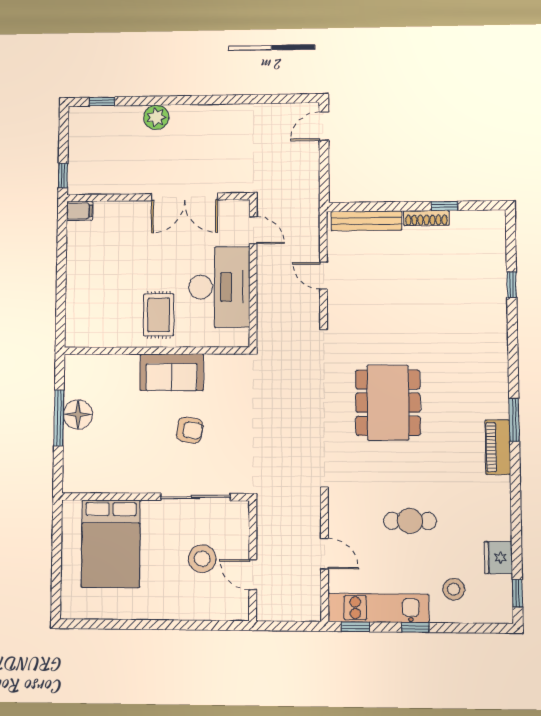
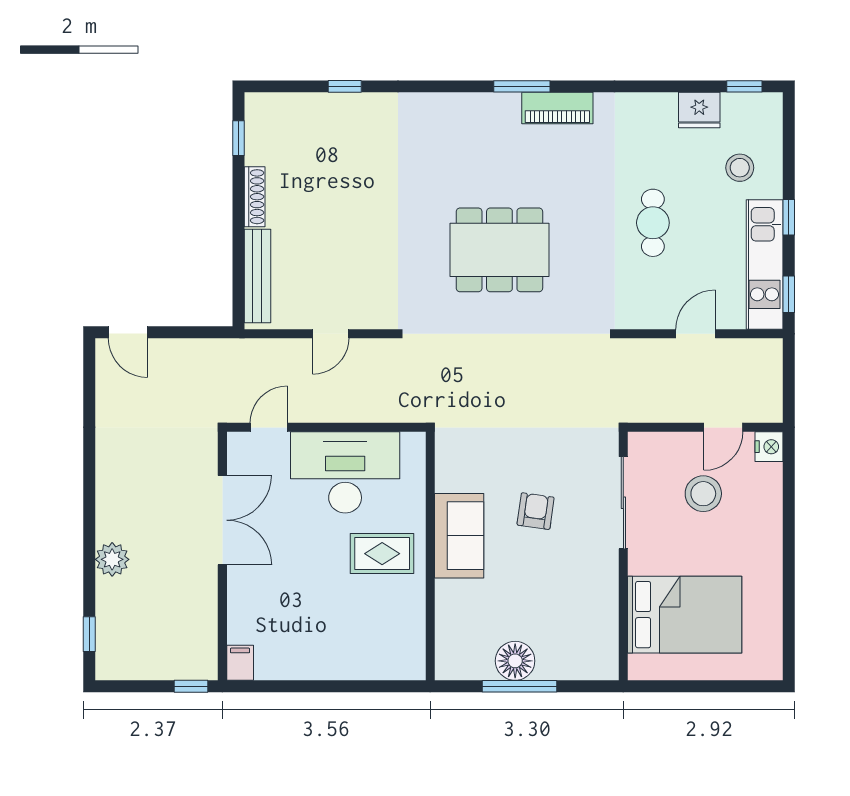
window: (444, 206) -> (238, 138), moved
nightstand: (238, 610) -> (769, 447), added

